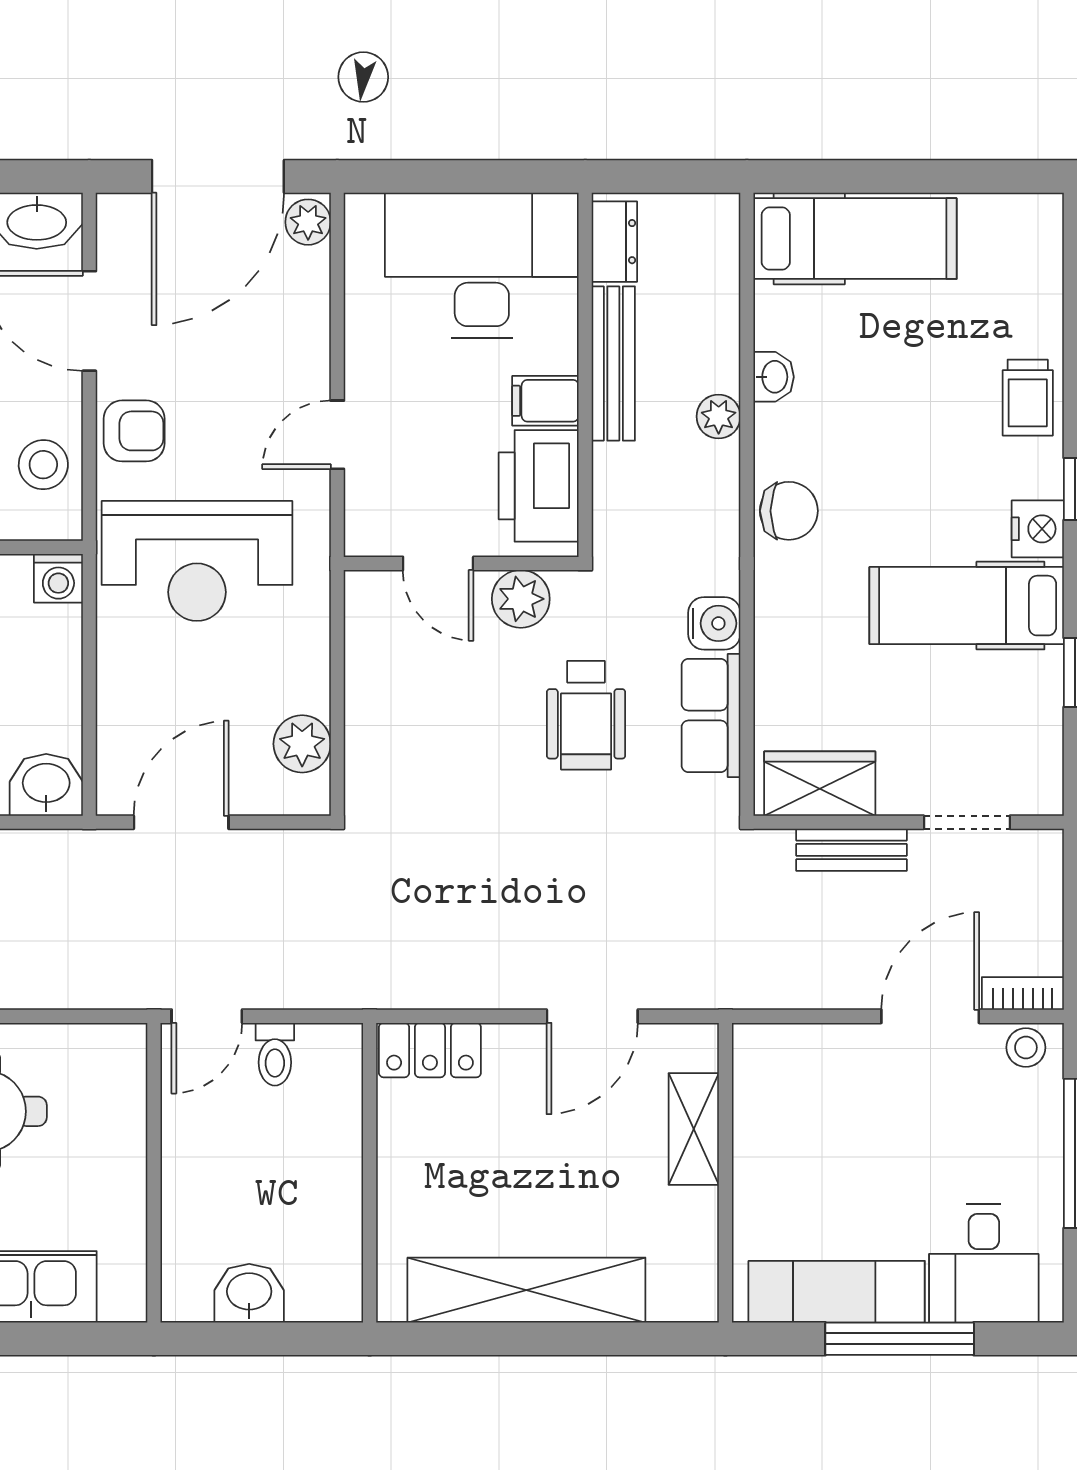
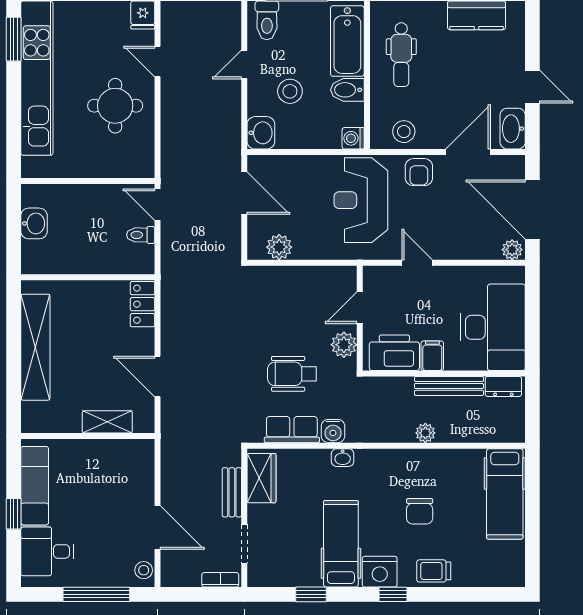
washbasin: (774, 377) -> (343, 458), moved
chair: (789, 511) -> (420, 511), moved
nightstand: (1038, 529) -> (380, 572), width x1.36, depth x1.33
bookcase: (1023, 993) -> (220, 580), moved, turned -90
window: (900, 1339) -> (14, 514), width x0.46

